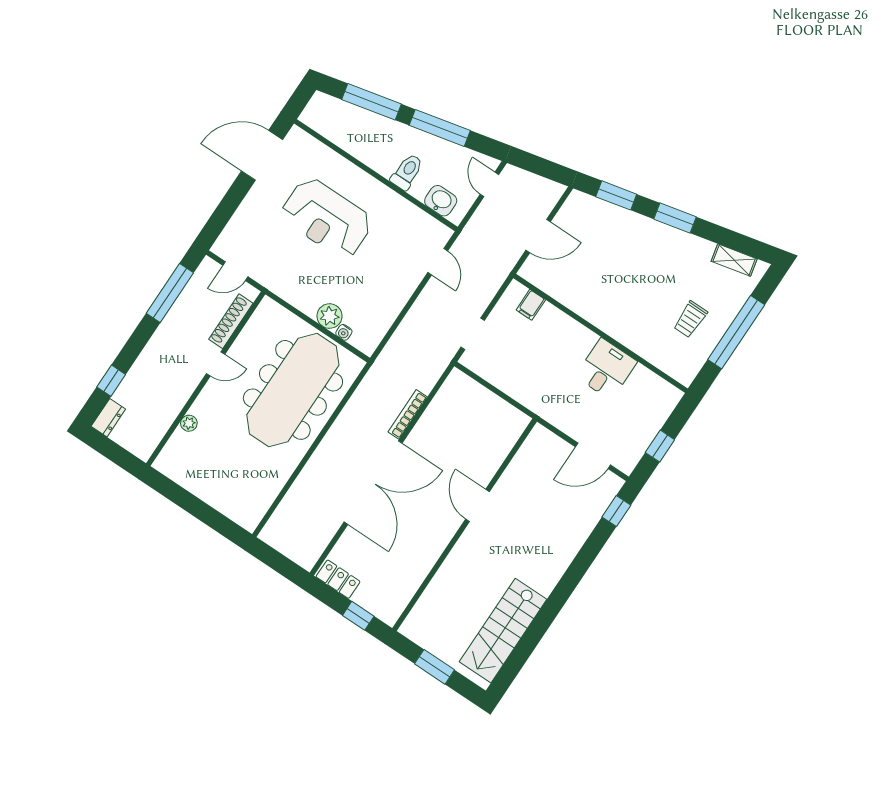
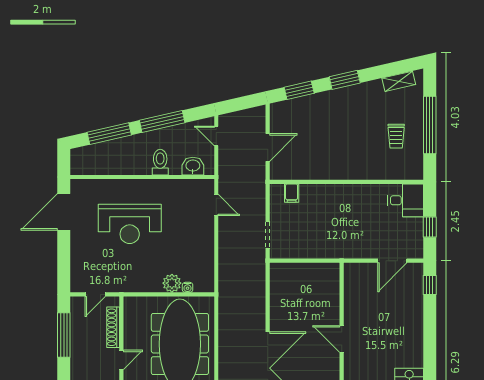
desk: (606, 369) -> (406, 200), moved, turned 90
bookcase: (408, 414) -> (261, 312), removed

